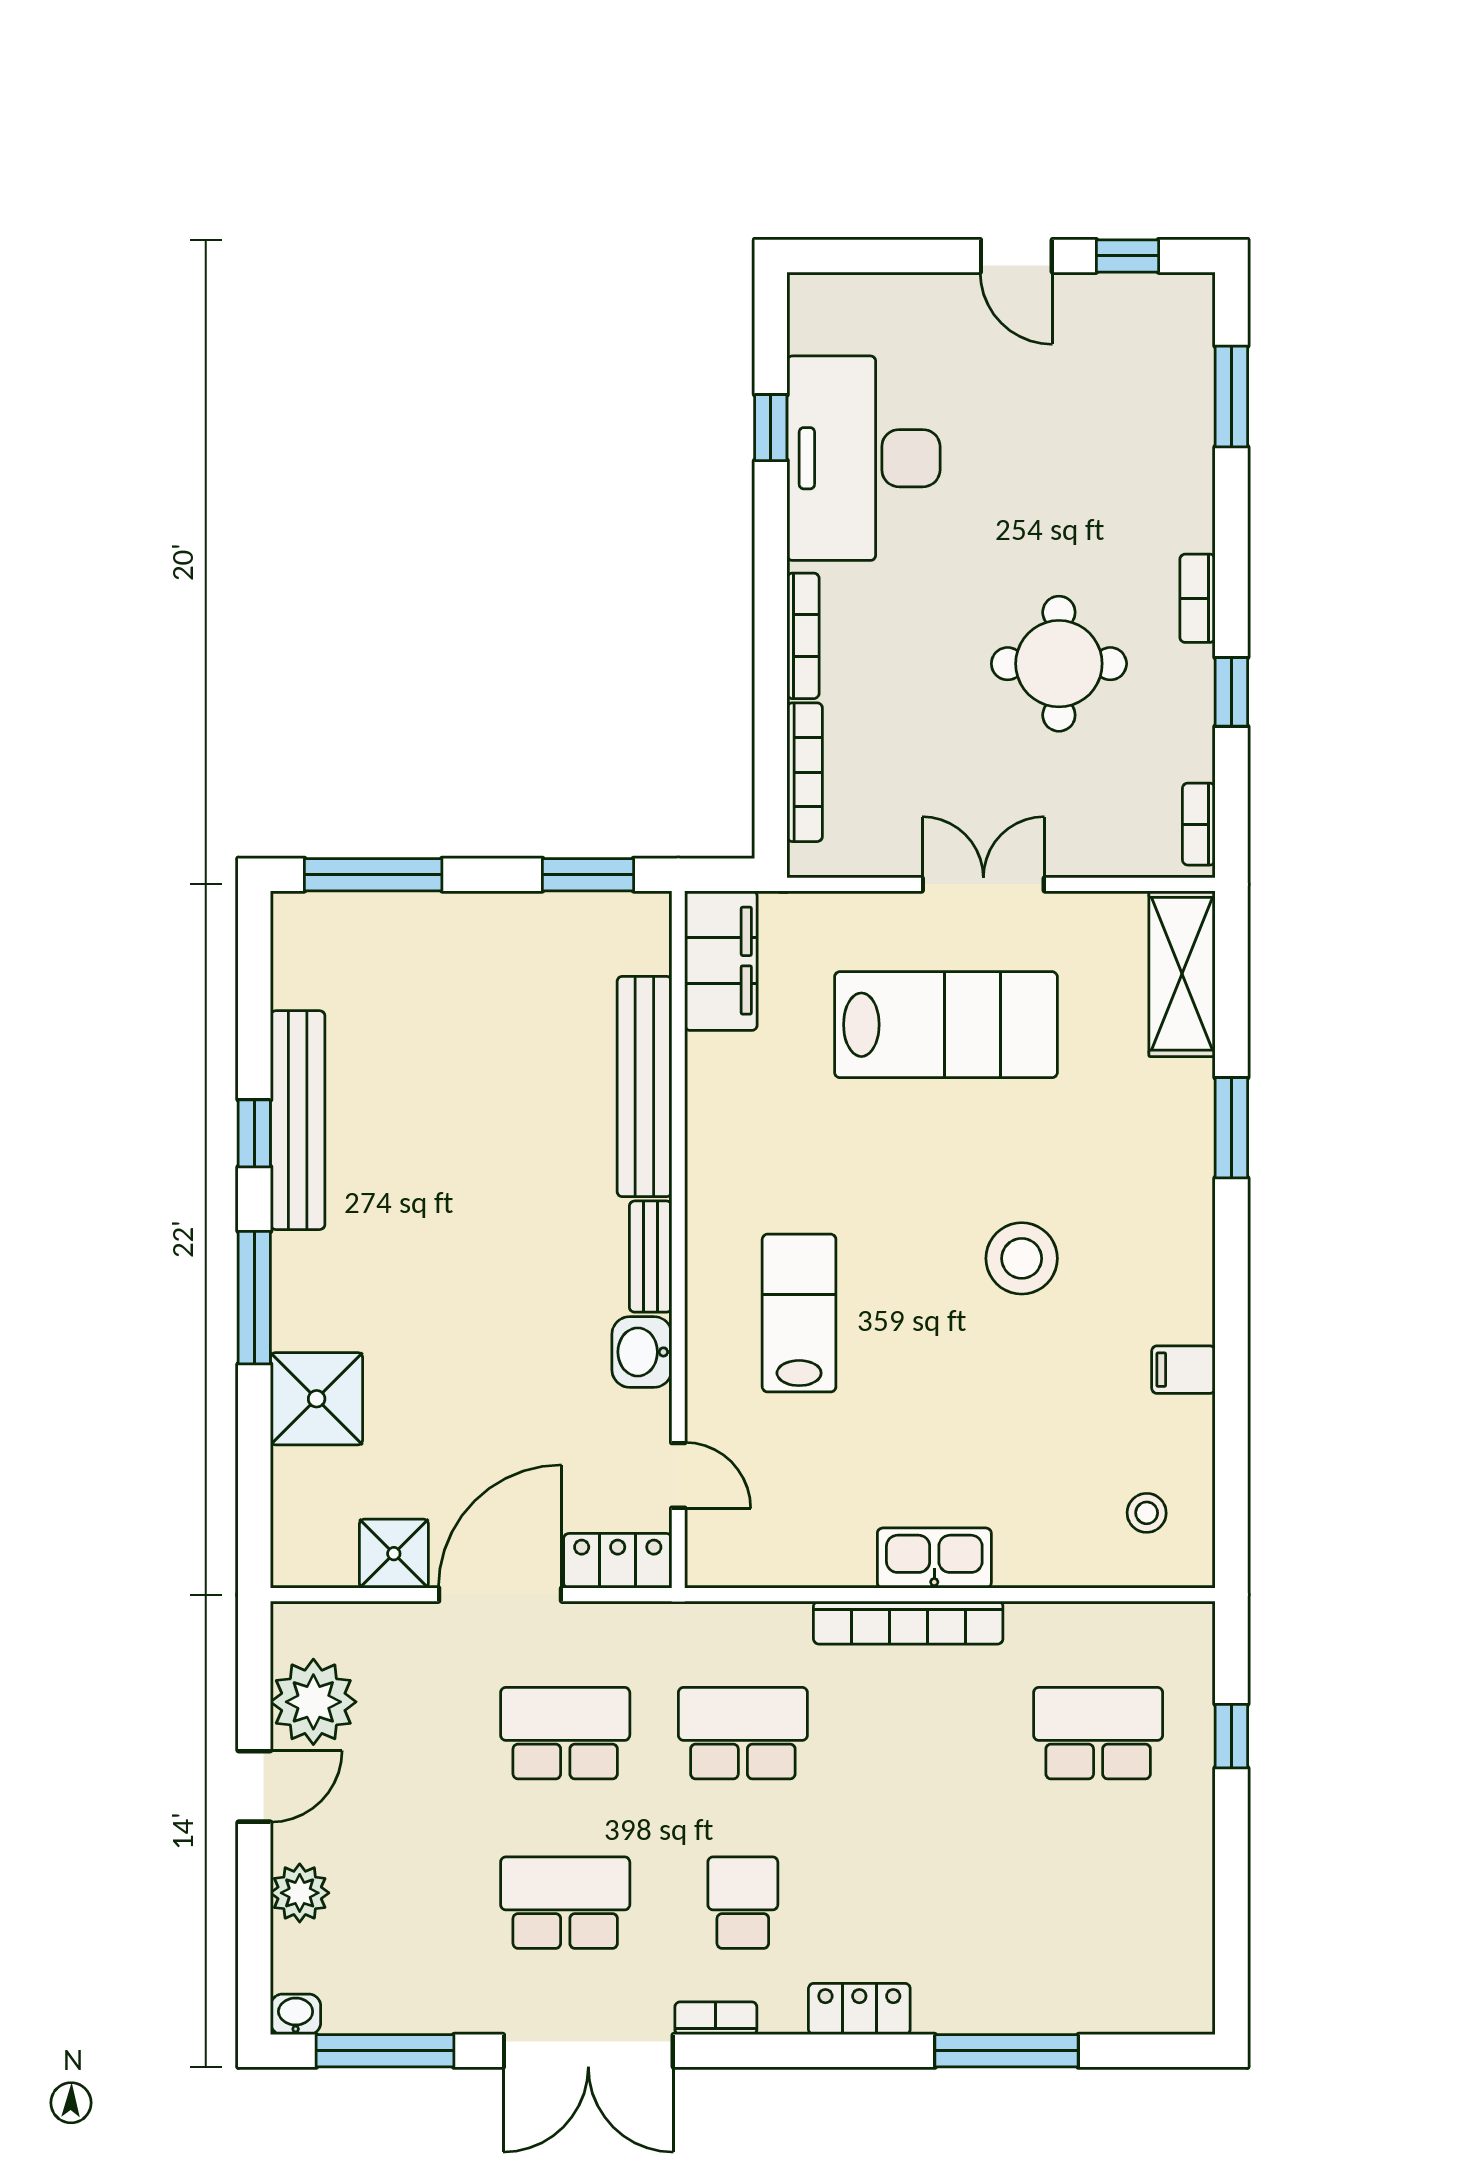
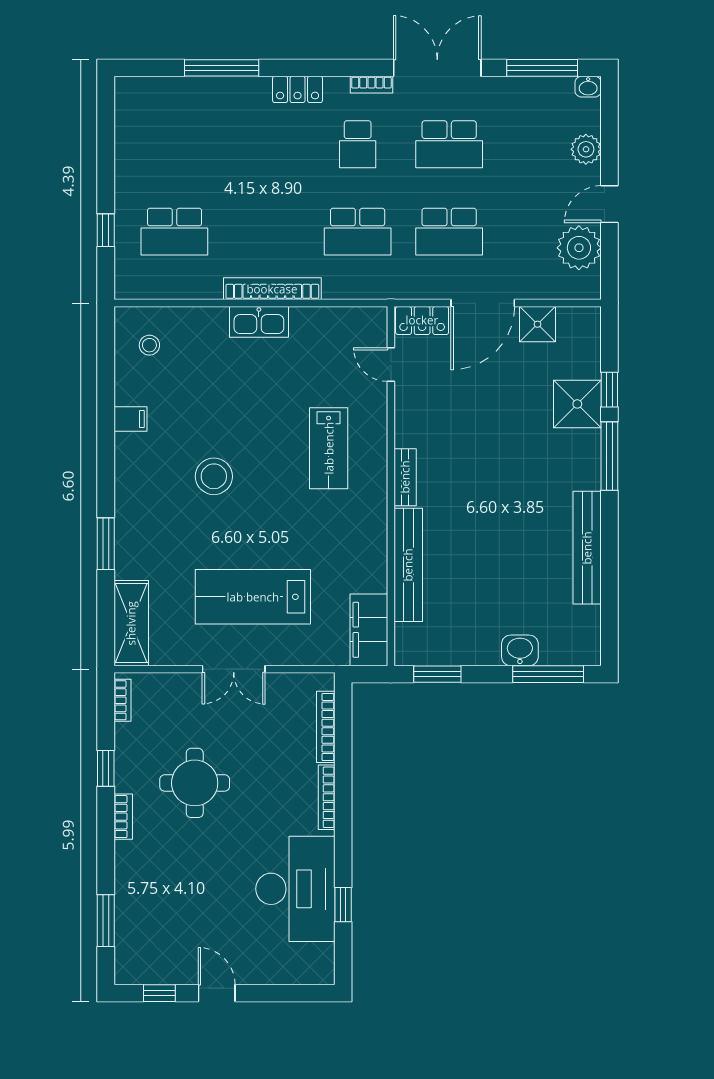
window: (254, 1133) -> (609, 390), moved
washbasin: (642, 1352) -> (520, 650), moved, turned -90

